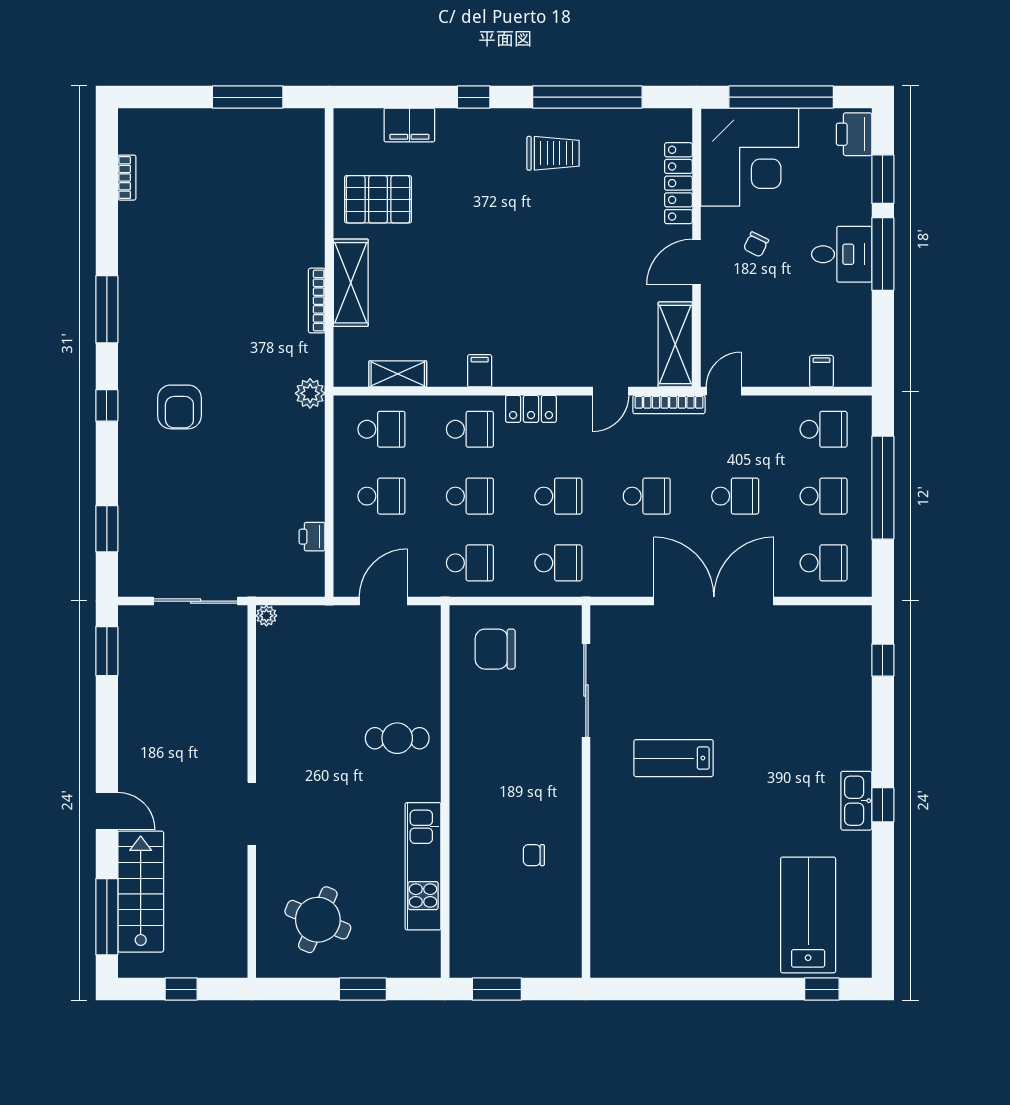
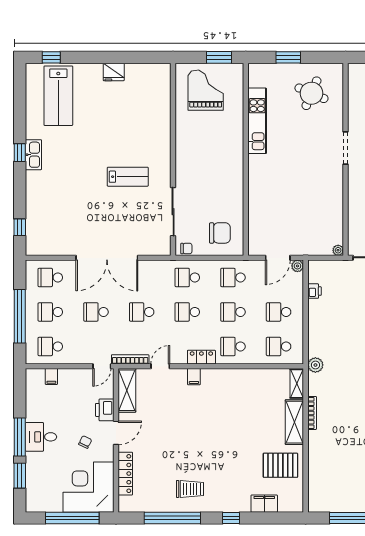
printer: (854, 134) -> (105, 410), moved, turned 180
trolley: (553, 153) -> (190, 489), turned 180
filing cabinet: (480, 371) -> (194, 377), moved
shelving: (398, 374) -> (297, 384), moved, turned 90
plant: (345, 585) -> (297, 266), added
cafe table: (397, 738) -> (270, 187), removed
chair: (534, 855) -> (186, 249), moved
grand piano: (523, 926) -> (206, 90), added
fridge: (701, 961) -> (114, 72), added

